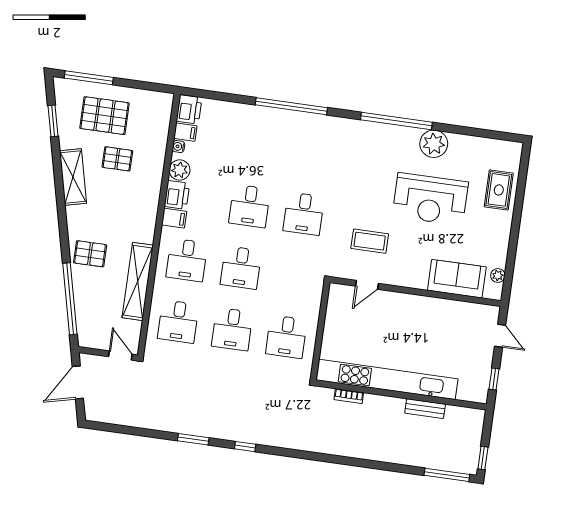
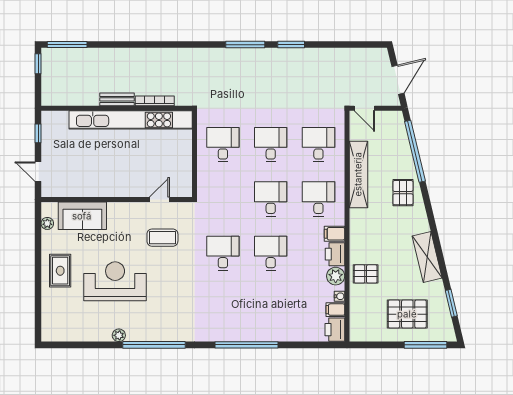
plant: (434, 144) -> (119, 335), width x0.53, depth x0.53
pallet: (117, 159) -> (366, 274), moved
rug: (499, 190) -> (60, 271), moved
pallet: (90, 254) -> (403, 193), turned 90
bookcase: (349, 396) -> (155, 101), width x1.56
bench: (425, 409) -> (117, 99), moved
window: (245, 447) -> (245, 45), width x2.17

